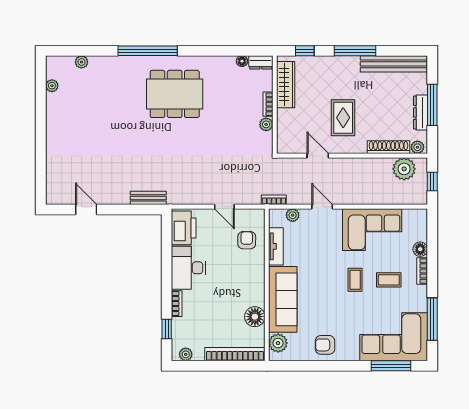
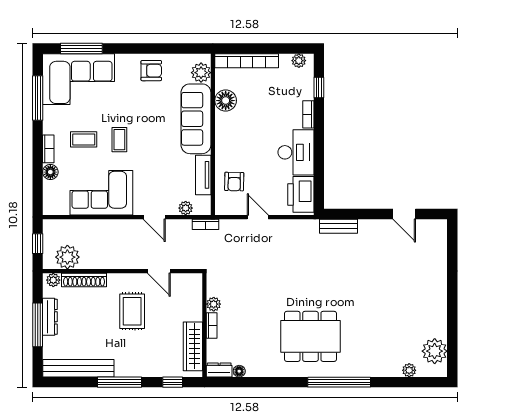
plant: (52, 86) -> (435, 351), width x1.87, depth x1.87

